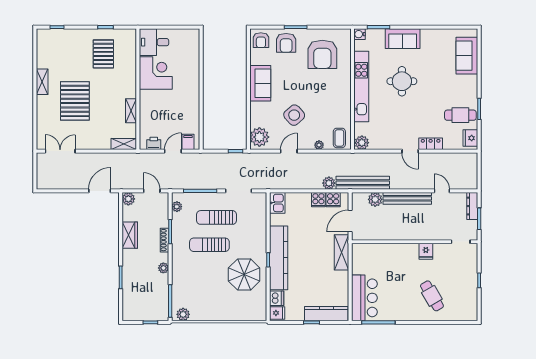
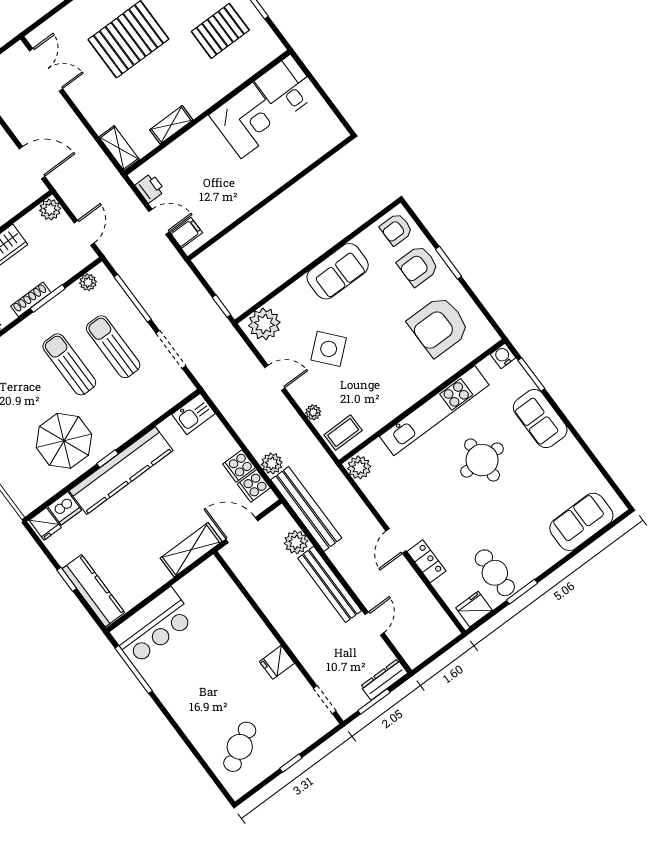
cafe table: (432, 296) -> (240, 747), moved

